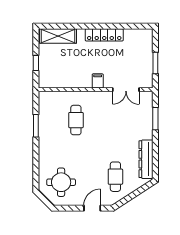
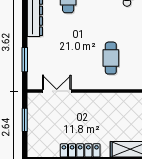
filing cabinet: (98, 81) -> (87, 100), removed

